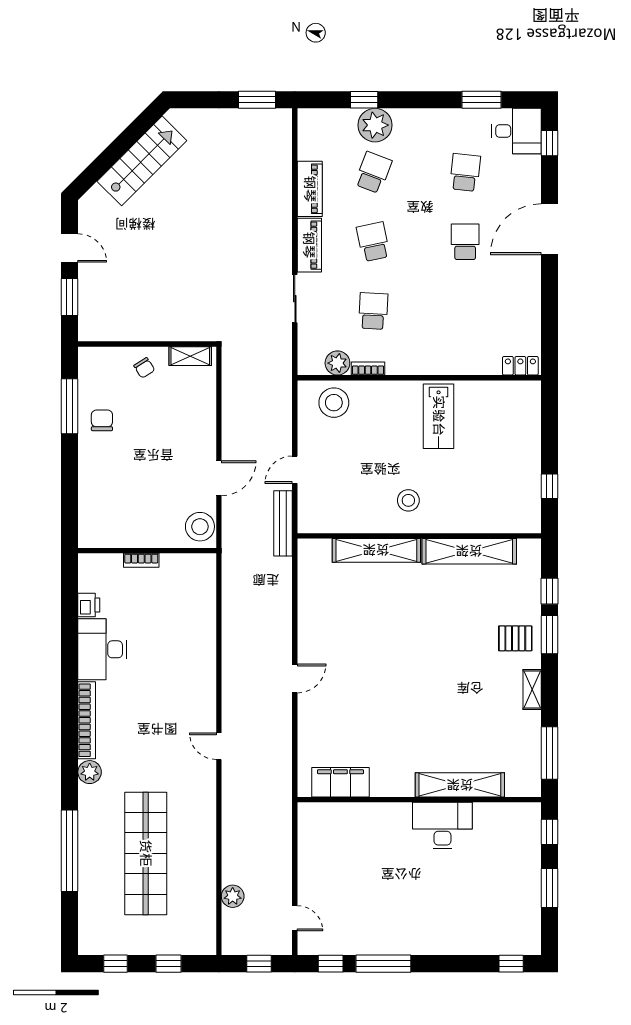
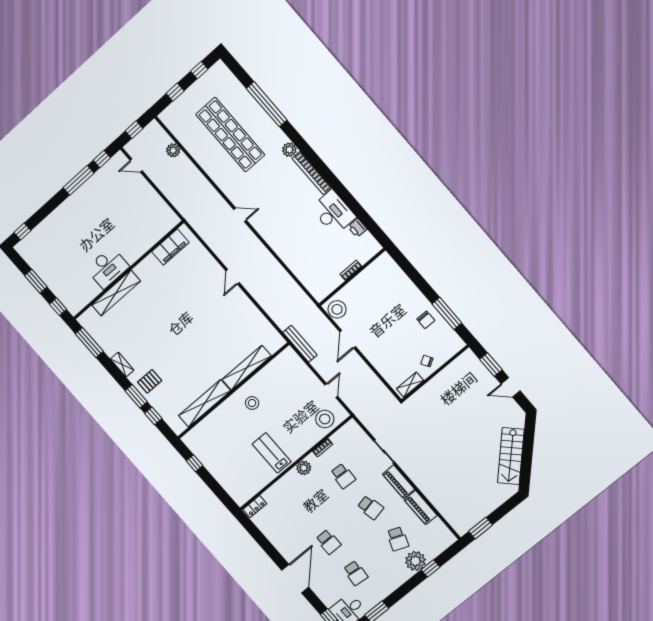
plant: (337, 363) -> (304, 468), moved
door: (295, 470) -> (331, 391), moved

